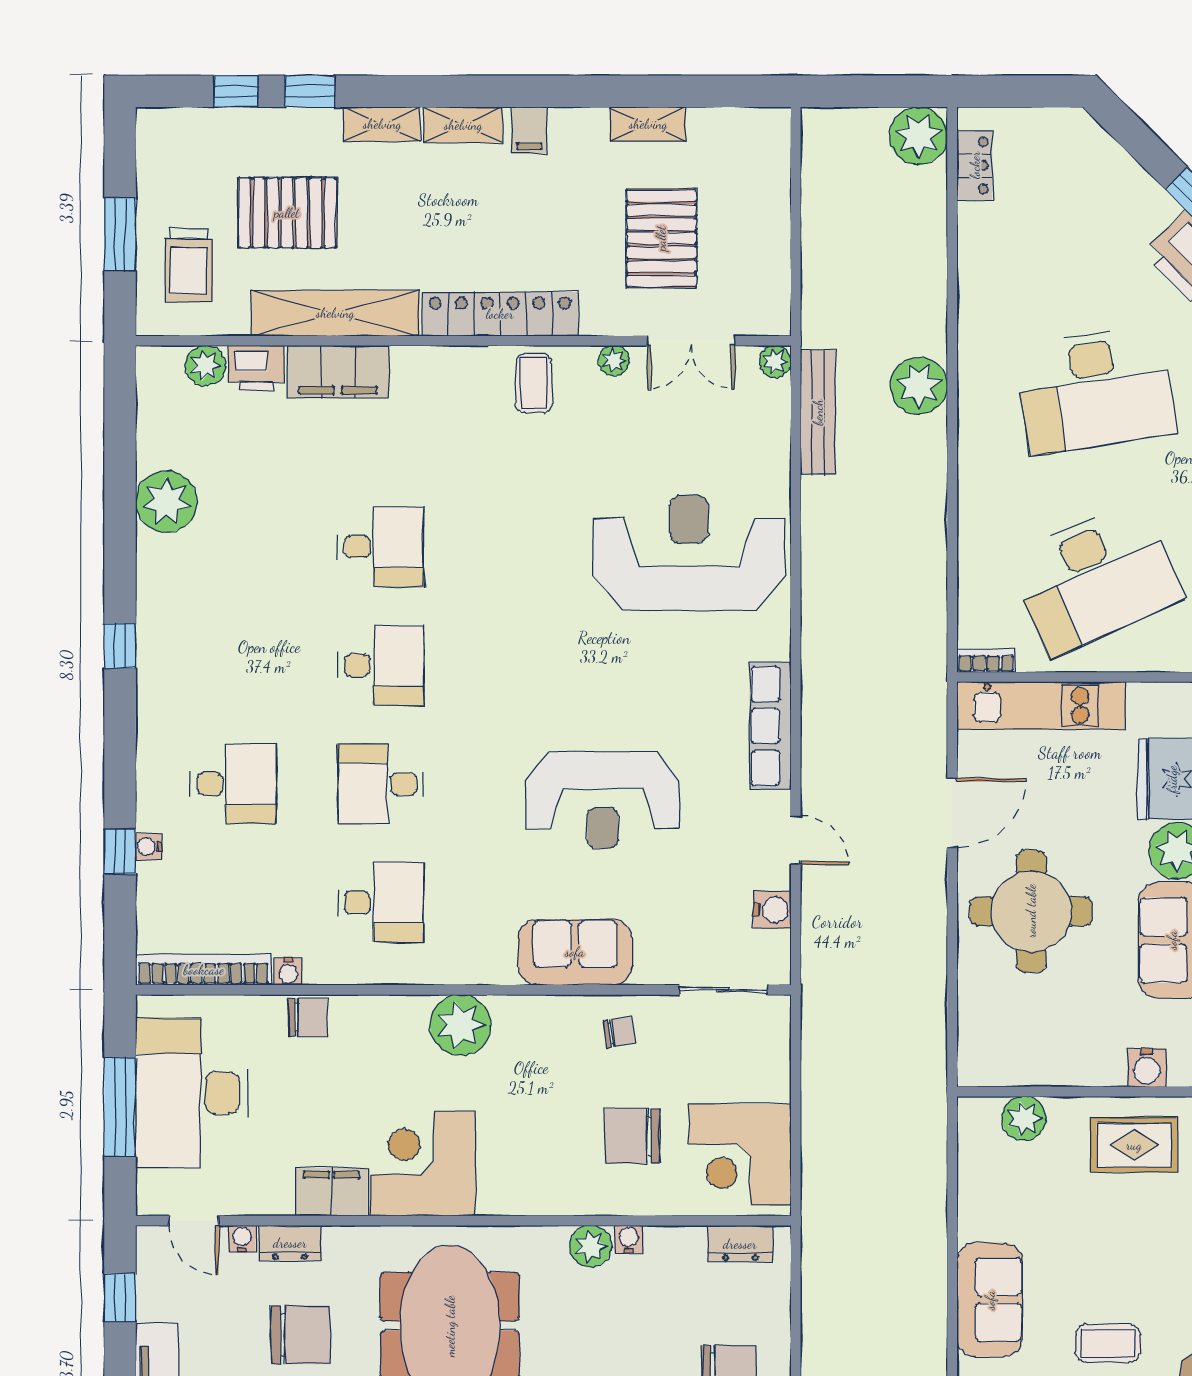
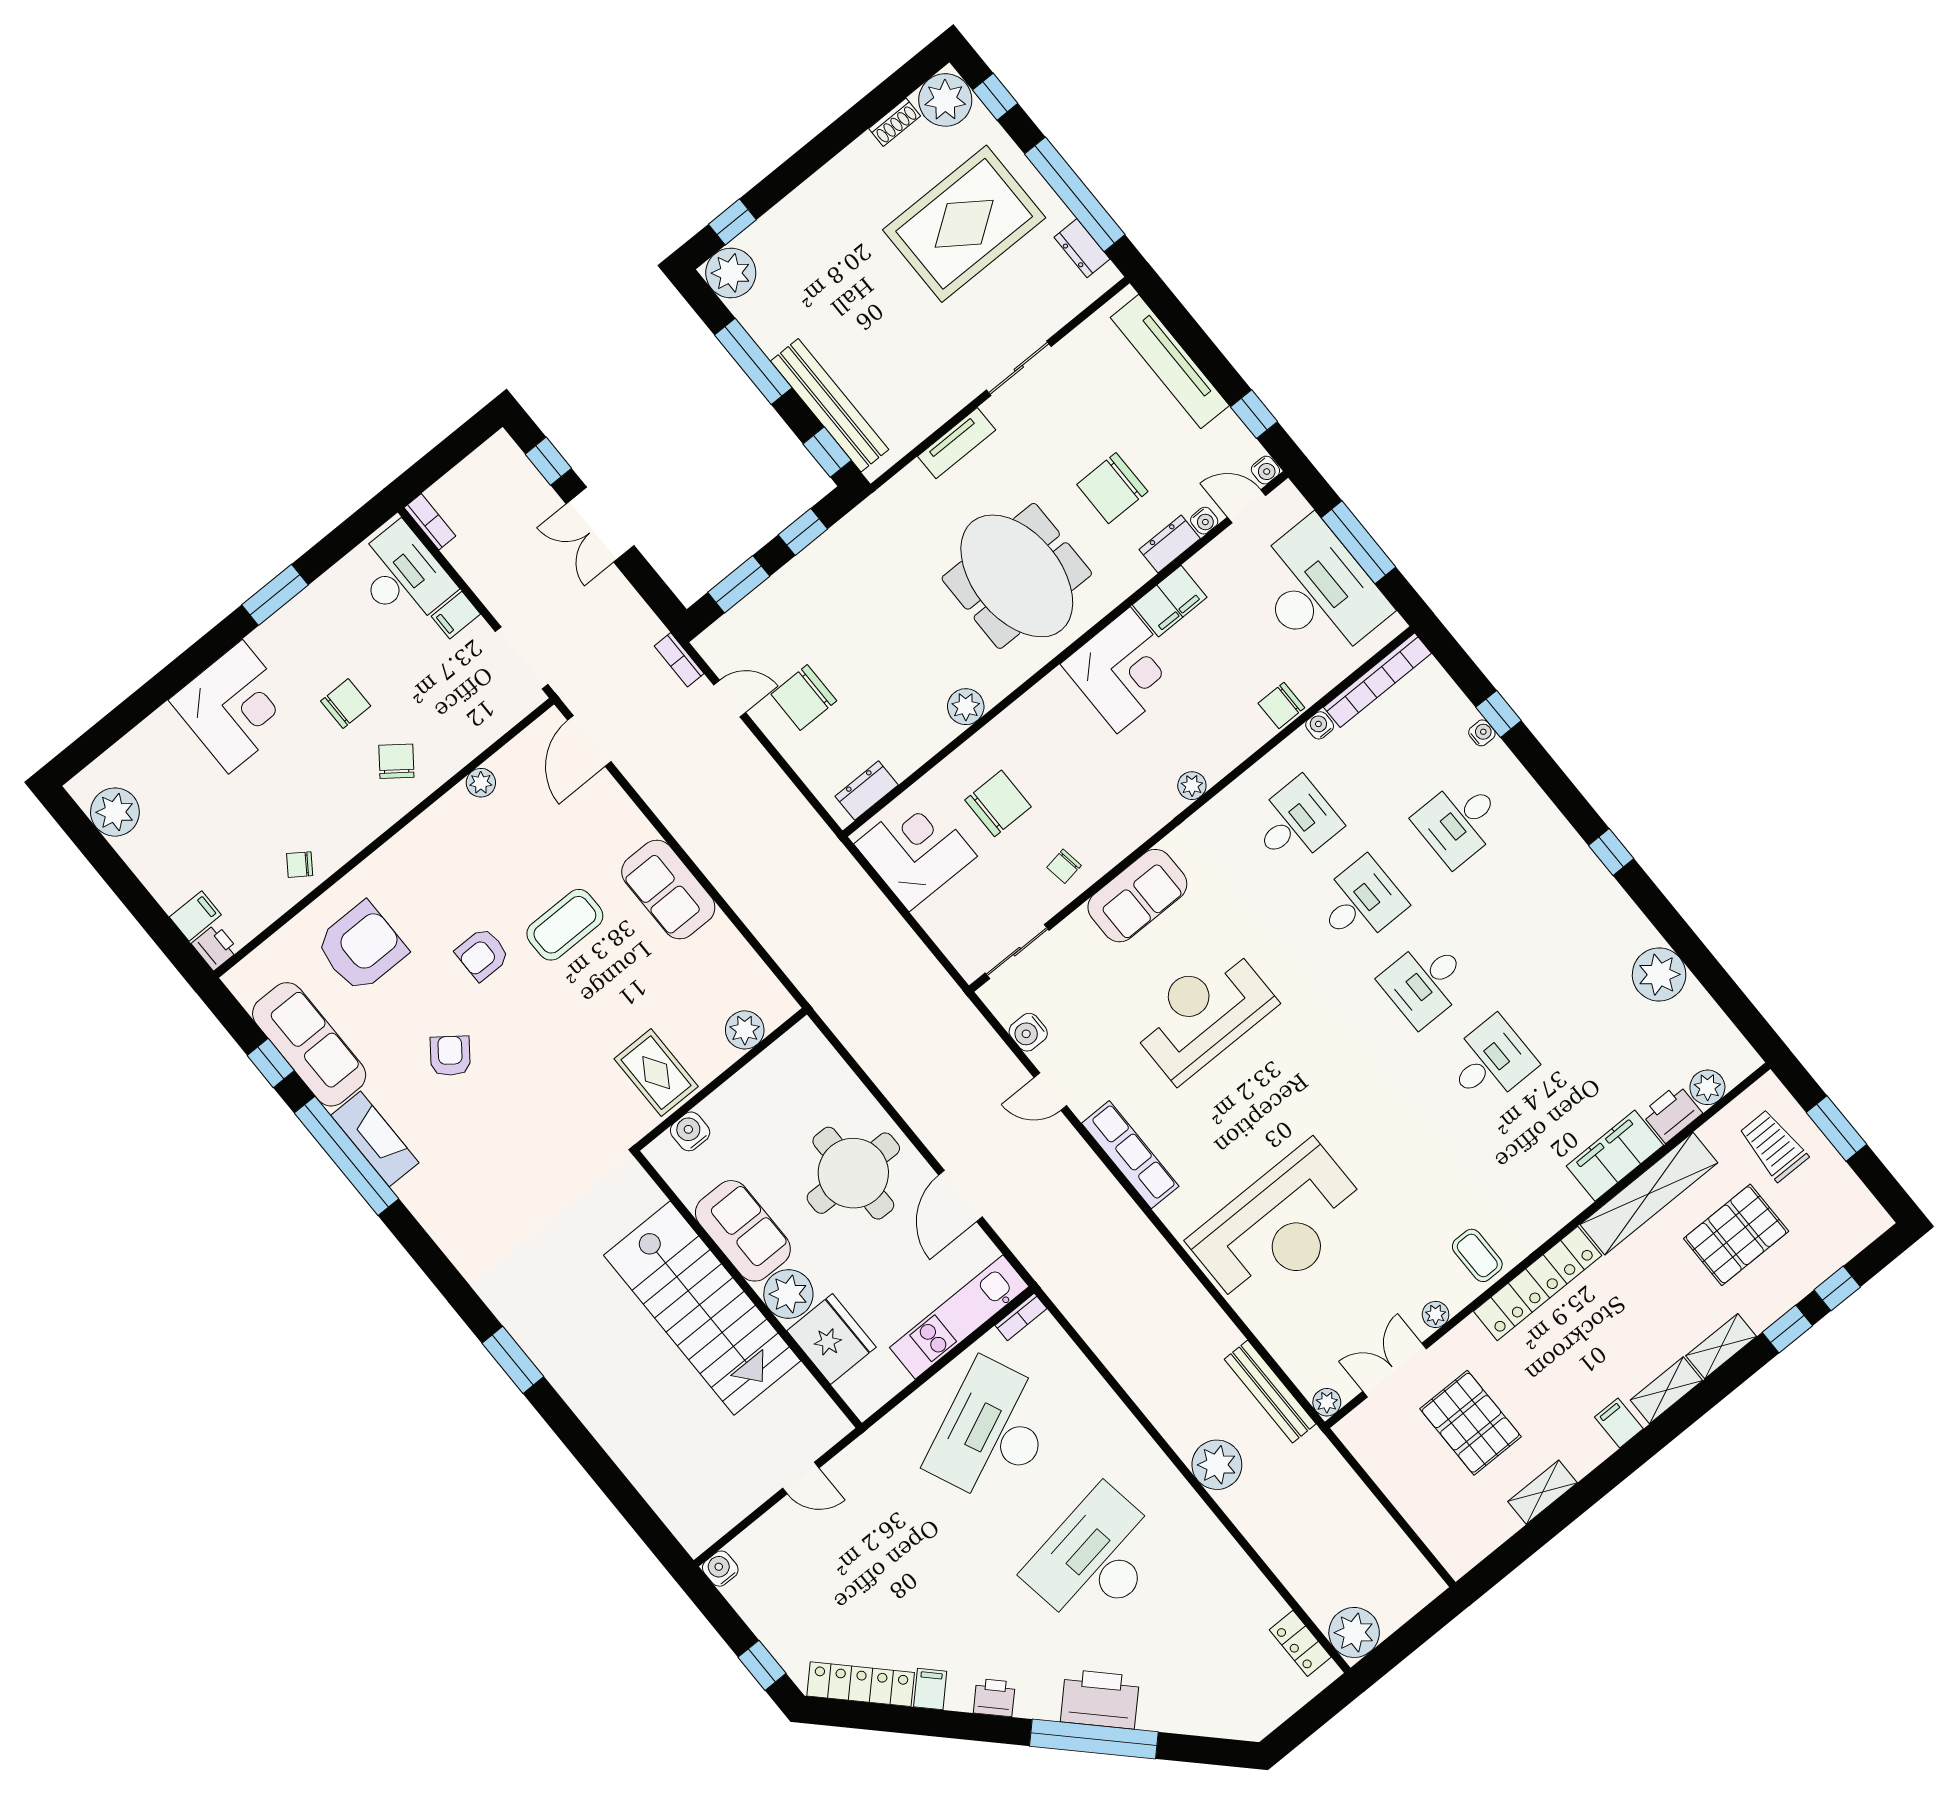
desk: (381, 547) -> (1490, 1062), turned 180
desk: (381, 902) -> (1295, 823), turned 180
plant: (460, 1025) -> (1192, 786), width x0.53, depth x0.53
rug: (1134, 1145) -> (656, 1073), turned 90
water cooler: (629, 1239) -> (1265, 470), moved
coffee table: (1108, 1343) -> (565, 925), width x1.36, depth x1.30

